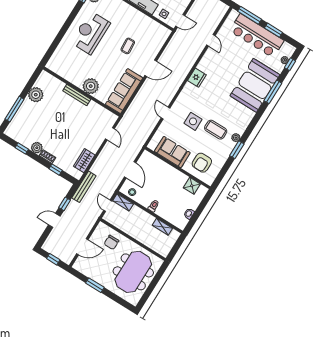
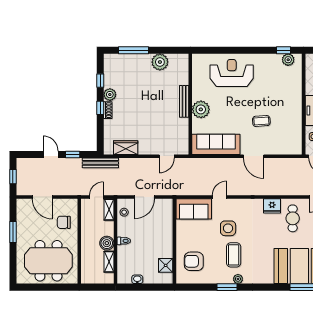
reception desk: (91, 33) -> (232, 73), moved
cafe table: (216, 68) -> (293, 218), added
sofa: (172, 152) -> (194, 209), moved, turned 90
window: (56, 170) -> (100, 108), moved
boiler: (147, 220) -> (107, 243), added

